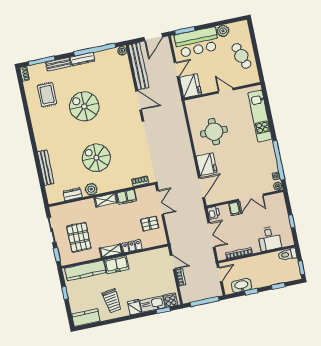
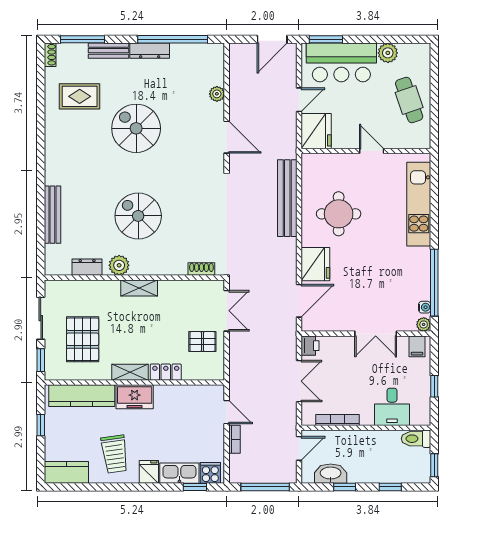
plant: (122, 51) -> (217, 94), moved
bench: (139, 66) -> (287, 198), moved
rug: (47, 95) -> (80, 96), turned 90
filing cabinet: (127, 197) -> (174, 290), removed
filing cabinet: (235, 209) -> (417, 346), moved

